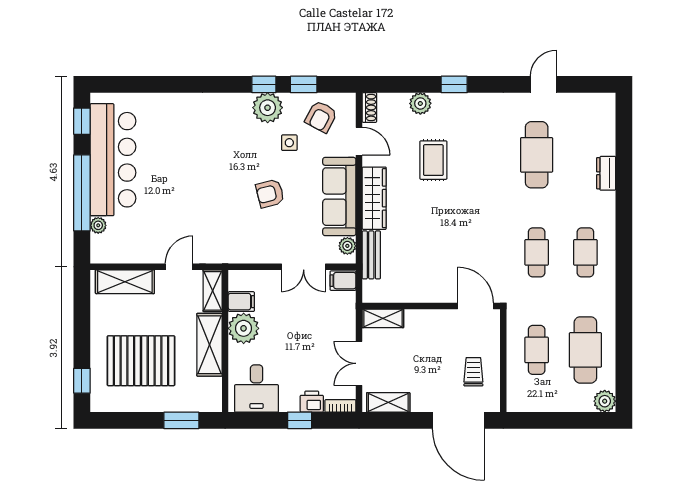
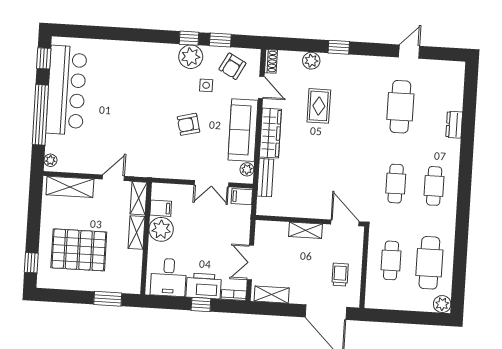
plant: (98, 225) -> (50, 160), moved
shelving: (383, 318) -> (306, 230), moved
shelving: (209, 345) -> (136, 233), width x0.67, depth x0.75
printer: (312, 402) -> (204, 286), width x1.87, depth x1.48

